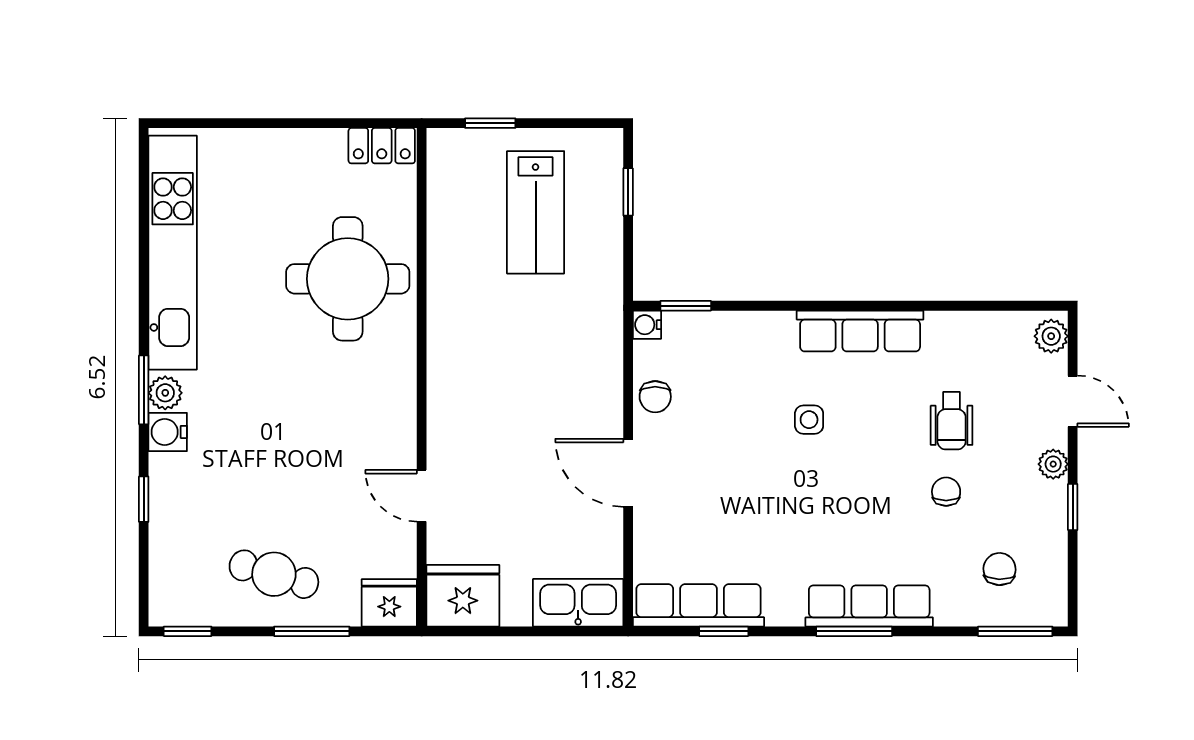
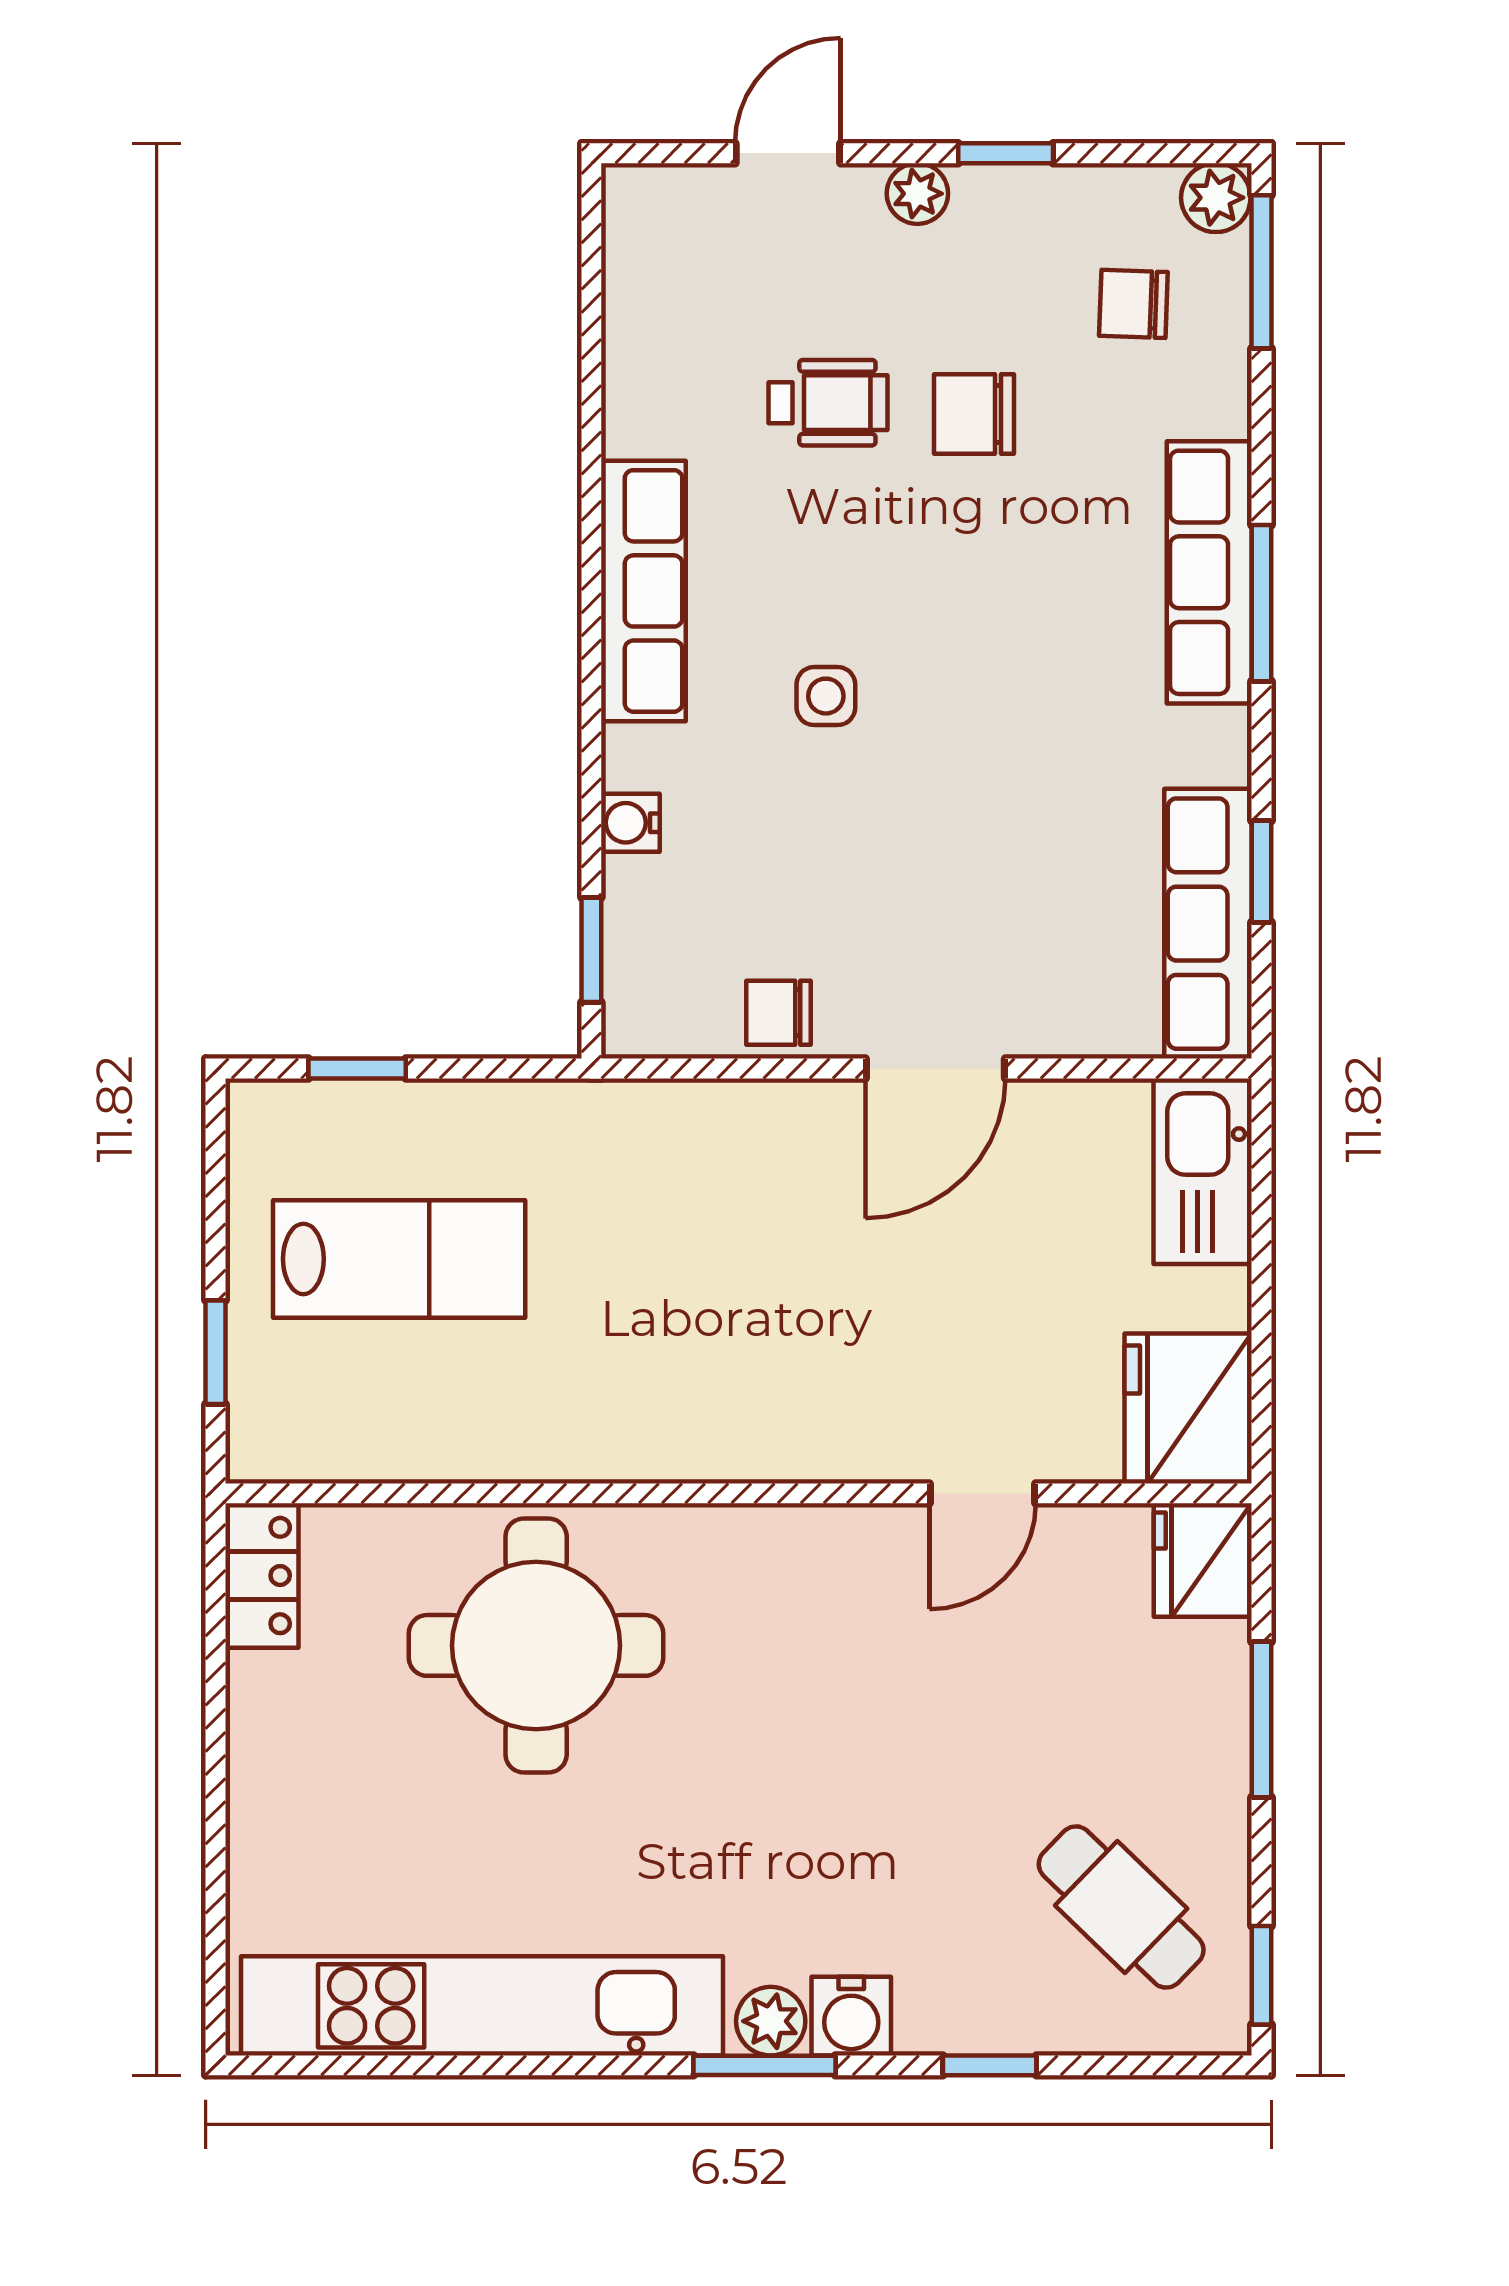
water cooler: (647, 325) -> (630, 823), moved, turned 90
plant: (1051, 336) -> (1216, 198), moved
chair: (655, 397) -> (779, 1013), turned 180
chair: (946, 492) -> (974, 414), width x1.37, depth x1.37
cafe table: (274, 574) -> (1121, 1907), moved, turned -62

